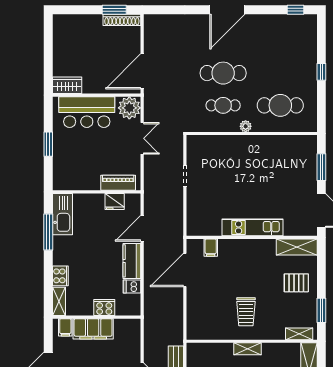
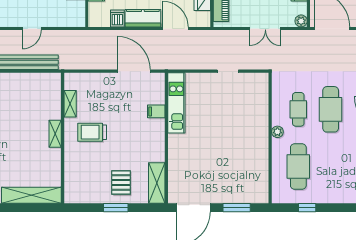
window: (321, 72) -> (307, 208), moved
plant: (129, 108) -> (301, 21), width x0.53, depth x0.53
kitchen unit: (252, 227) -> (176, 103), moved
filing cabinet: (211, 248) -> (156, 111), moved
window: (321, 310) -> (116, 208), moved
shelving: (299, 334) -> (70, 104), moved

